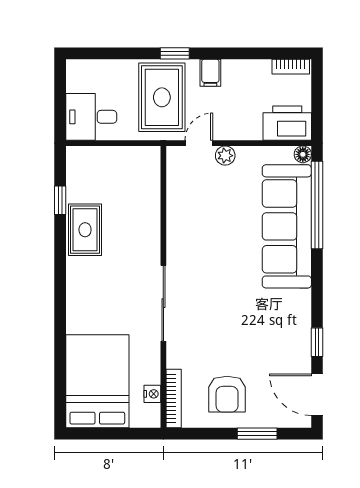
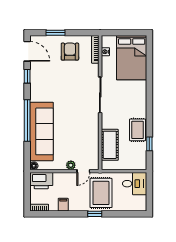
filing cabinet: (210, 73) -> (63, 205), moved
cot: (143, 198) -> (110, 145), added
window: (317, 205) -> (27, 120), moved

